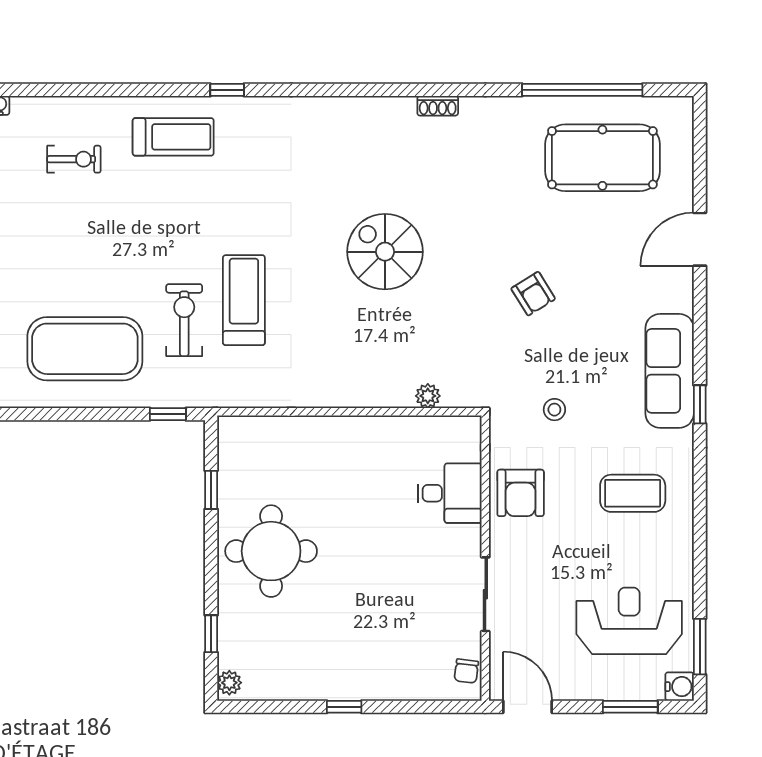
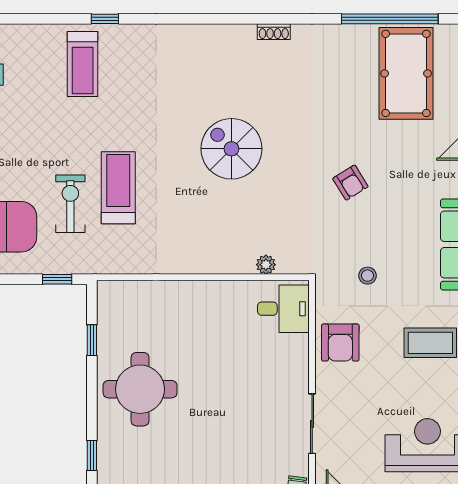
treadmill: (173, 137) -> (83, 64), moved, turned 90
pool table: (602, 158) -> (406, 73), turned 90
desk: (450, 493) -> (283, 309), moved

